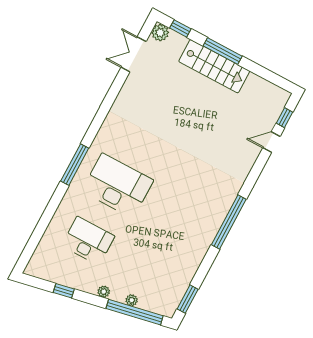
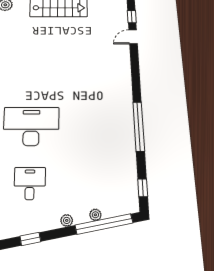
window: (229, 222) -> (139, 126), moved
desk: (88, 241) -> (30, 183), width x0.73
window: (188, 299) -> (143, 188), width x0.67

